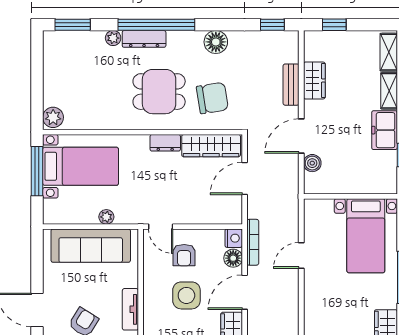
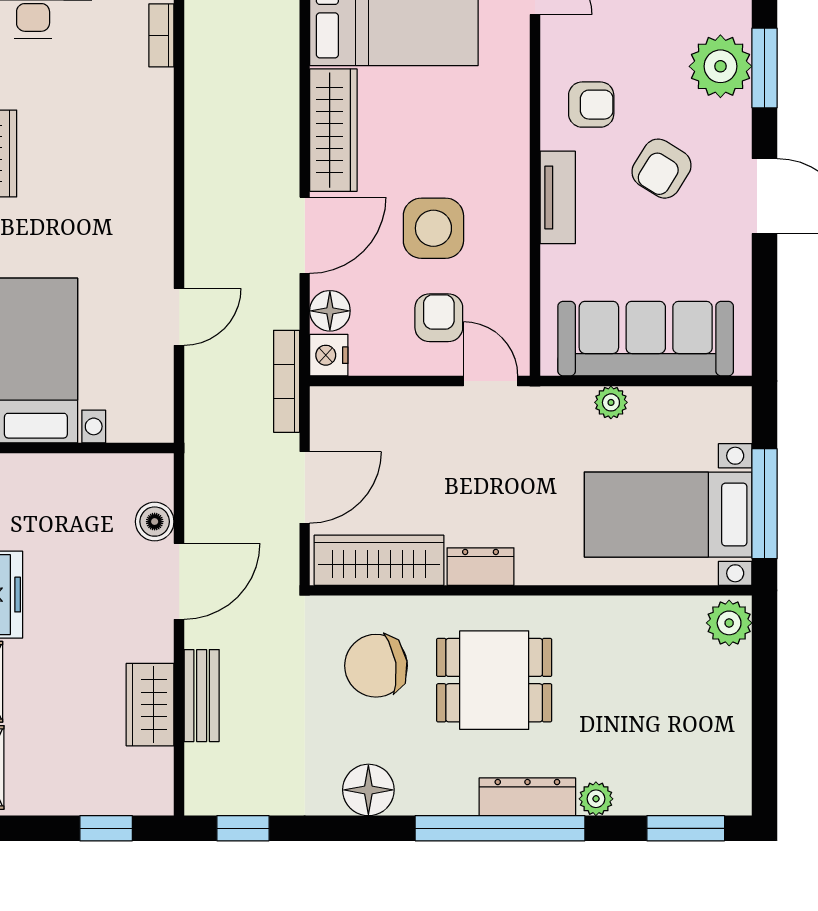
bookcase: (253, 242) -> (287, 381), moved

